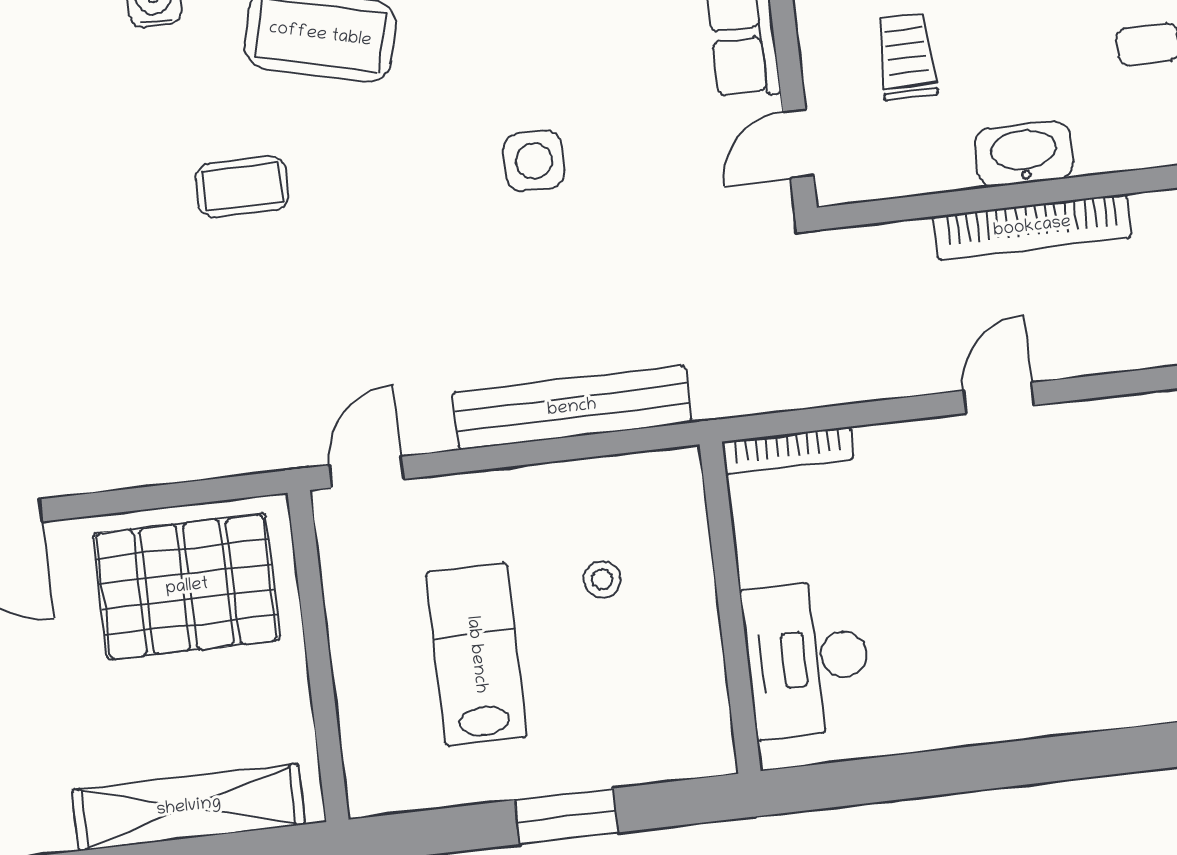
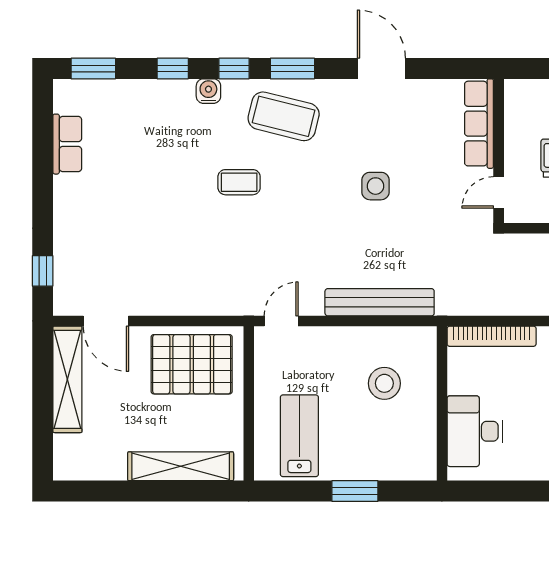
bookcase: (788, 450) -> (492, 336), width x1.48, depth x1.31
stool: (602, 579) -> (384, 383), width x1.89, depth x1.89
lab bench: (476, 655) -> (299, 436), moved

